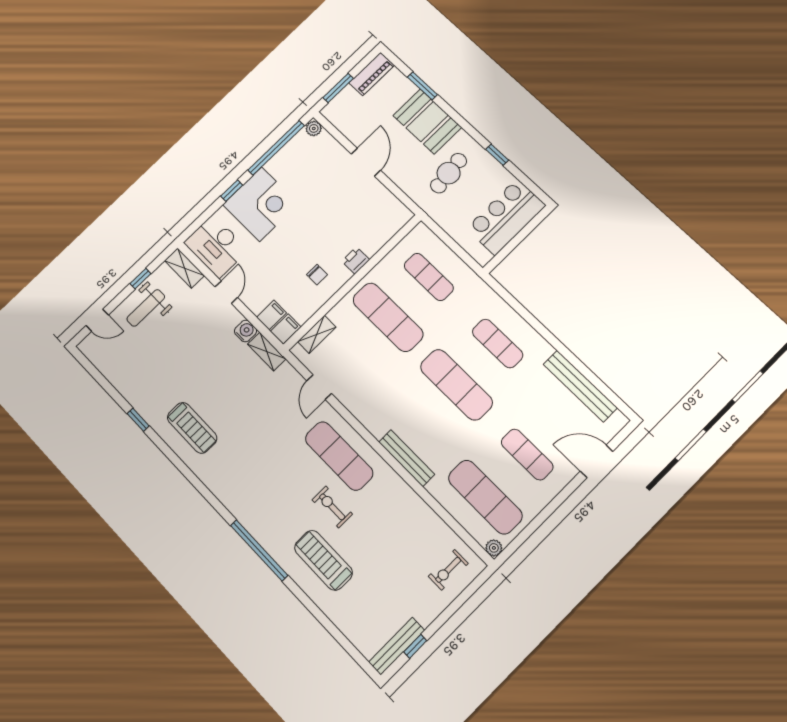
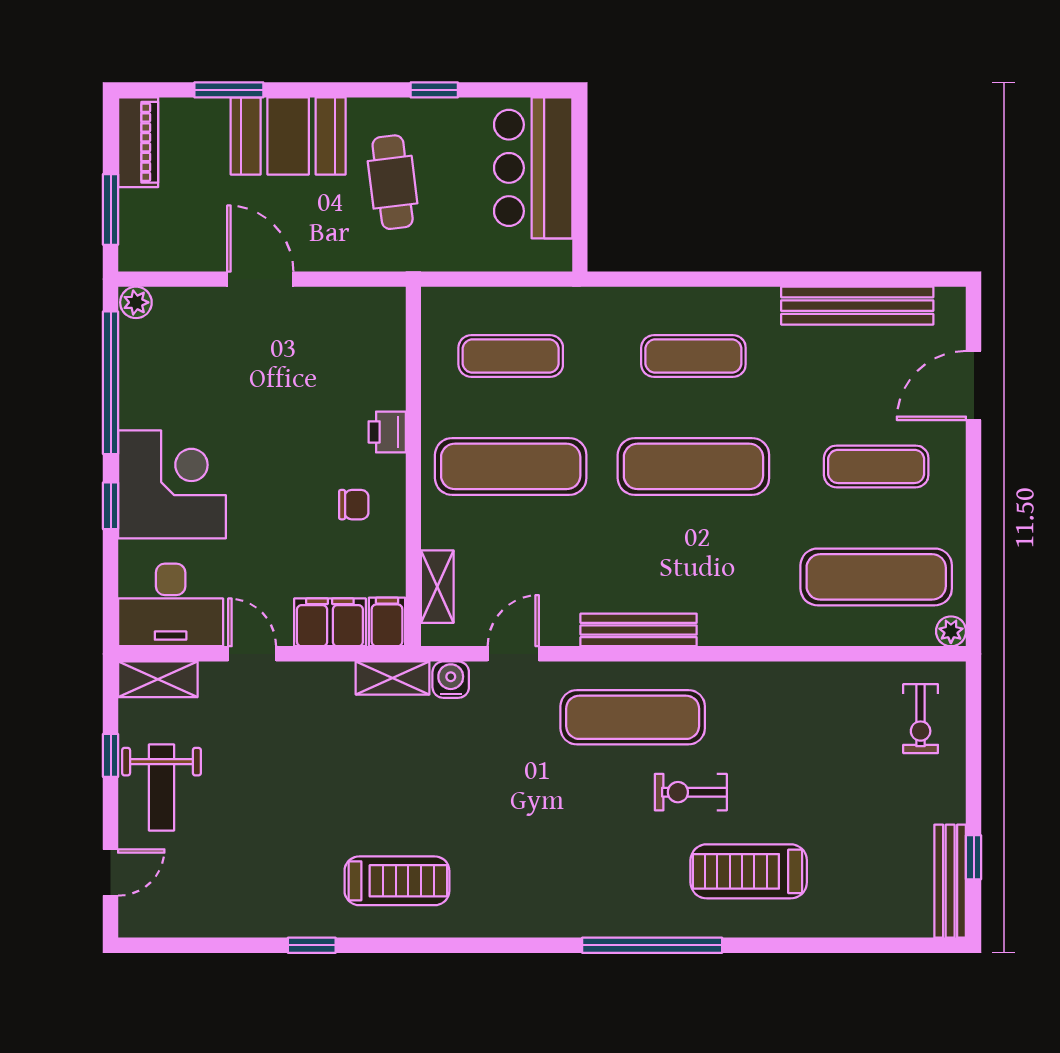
filing cabinet: (271, 315) -> (330, 622), width x2.00
water cooler: (246, 331) -> (451, 680), moved
door: (319, 387) -> (513, 654), swing flipped
bench: (407, 458) -> (639, 630), moved

